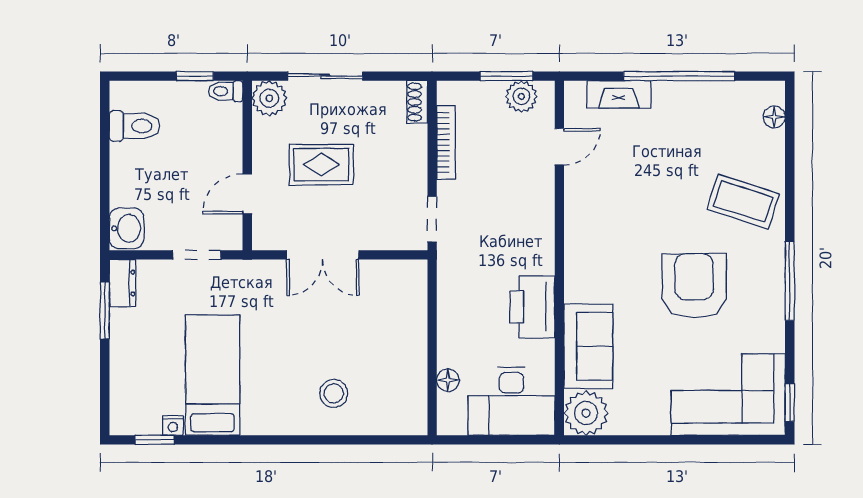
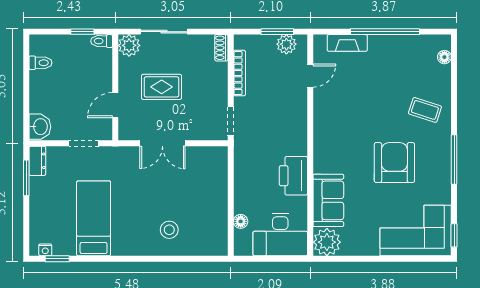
toilet: (135, 126) -> (40, 63), width x0.73, depth x0.72
coffee table: (743, 202) -> (425, 110), width x0.73, depth x0.77
nightstand: (173, 426) -> (45, 250), moved

